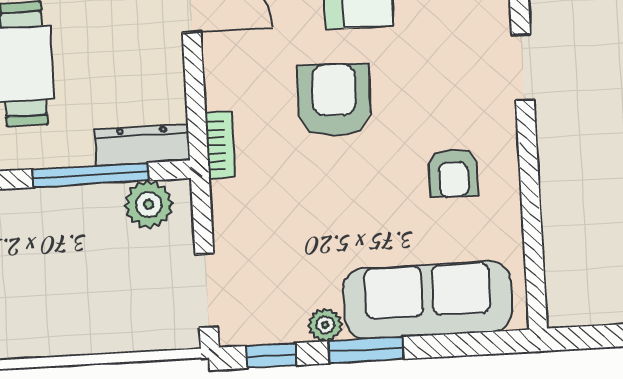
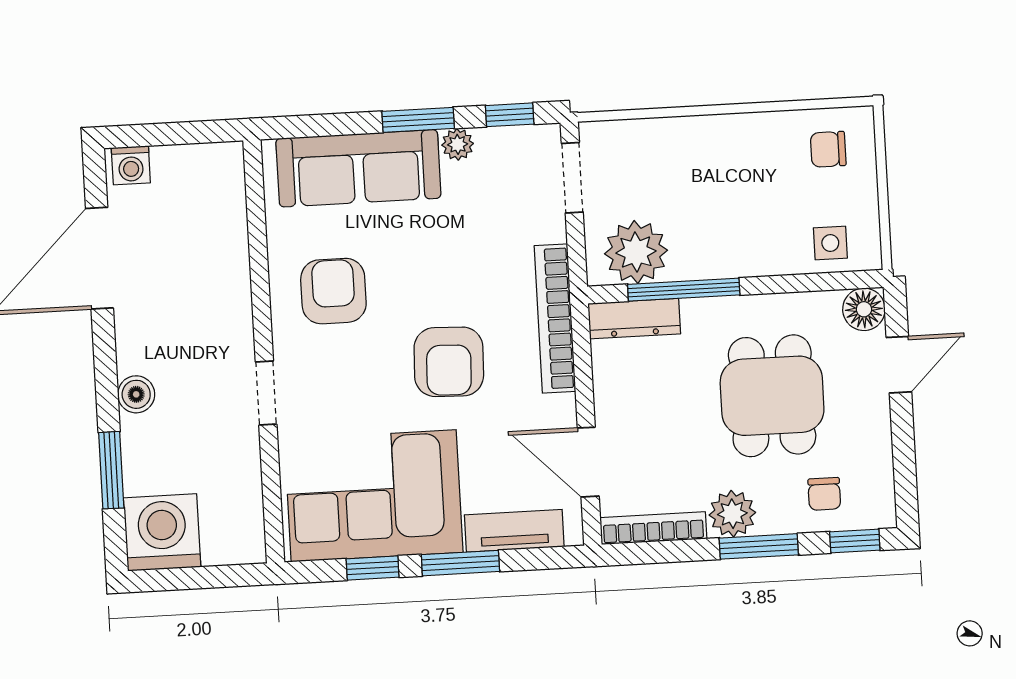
bookcase: (220, 145) -> (555, 318), width x2.31, depth x1.31
armchair: (453, 173) -> (333, 291), width x1.38, depth x1.38
plant: (149, 205) -> (636, 252), width x1.36, depth x1.36

